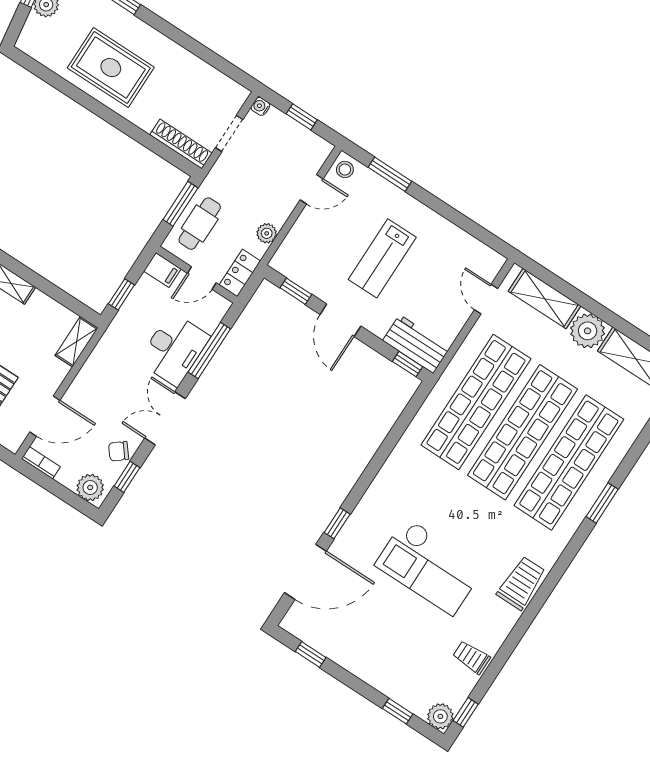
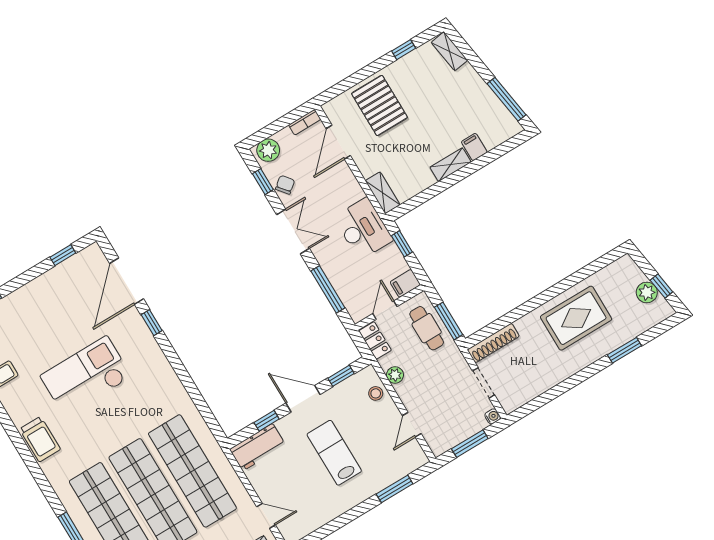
window: (302, 117) -> (470, 444), width x1.50
stool: (345, 170) -> (376, 393), moved
desk: (174, 349) -> (363, 229), moved, turned 180
window: (408, 364) -> (267, 421), moved

